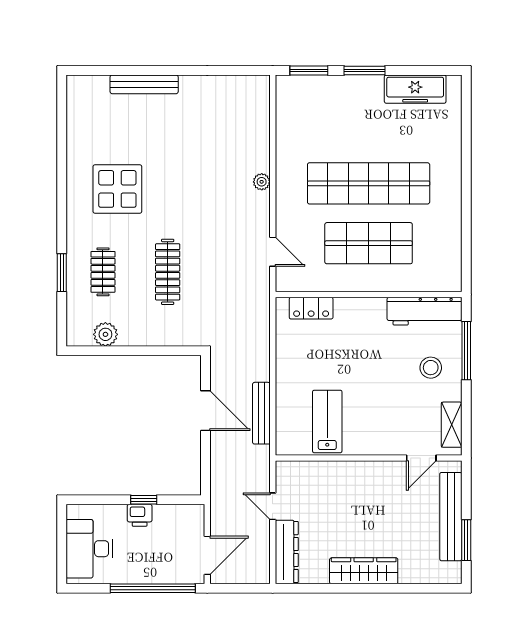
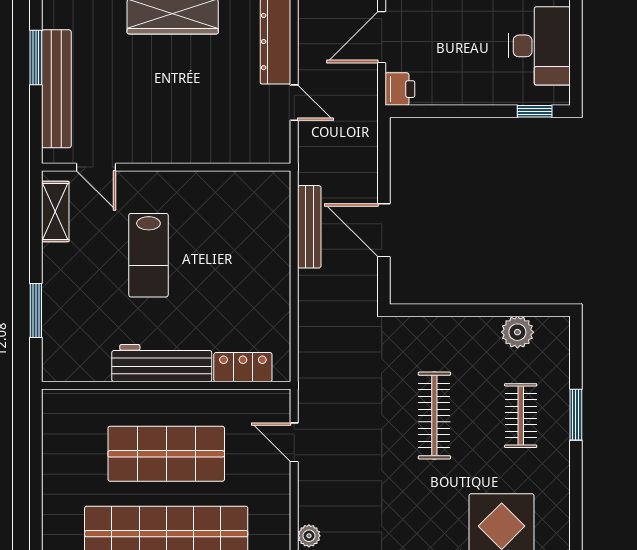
workbench: (425, 311) -> (162, 363), moved
window: (466, 351) -> (36, 310), width x0.69
stool: (431, 368) -> (83, 288), removed
lab bench: (327, 421) -> (148, 255), moved
door: (421, 458) -> (96, 167), swing flipped
window: (144, 500) -> (535, 111), moved
printer: (140, 515) -> (400, 89), moved, turned 90

